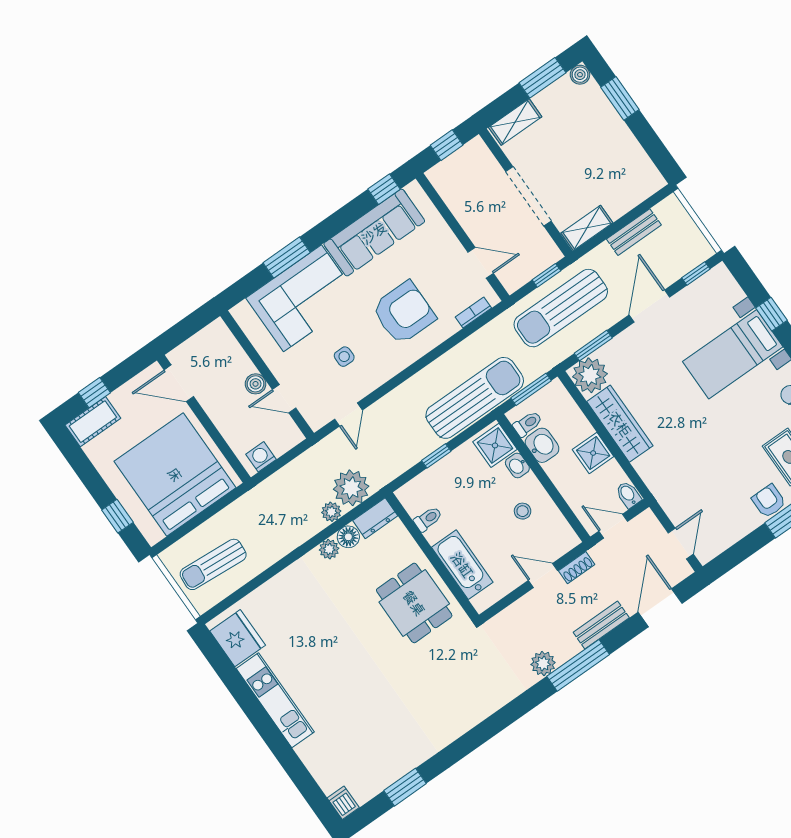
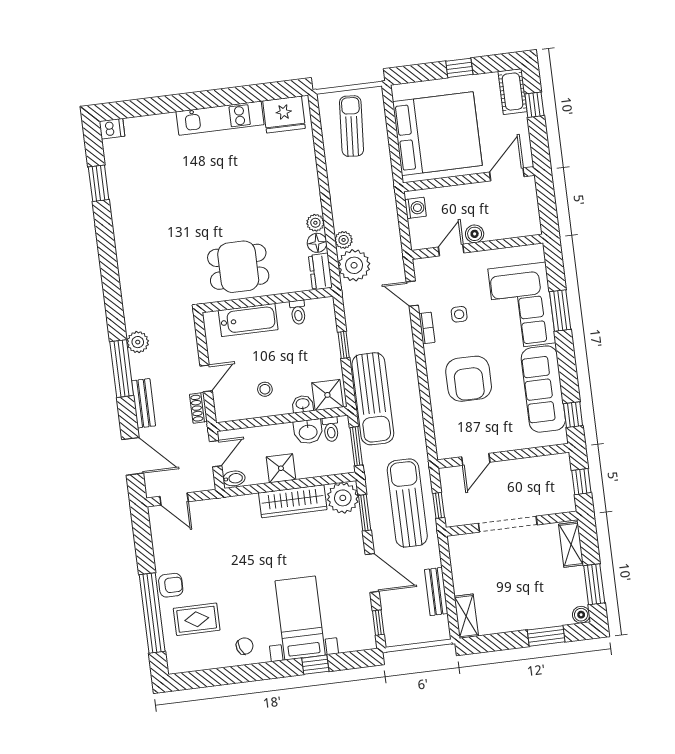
shelving: (587, 228) -> (466, 616), moved
bookcase: (473, 313) -> (427, 328), moved
window: (117, 516) -> (459, 68), moved

